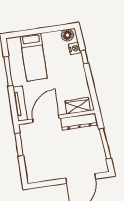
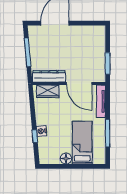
floor lamp: (67, 35) -> (66, 159), moved
nightstand: (75, 48) -> (42, 131), moved
door: (46, 119) -> (79, 84), hinge flipped

